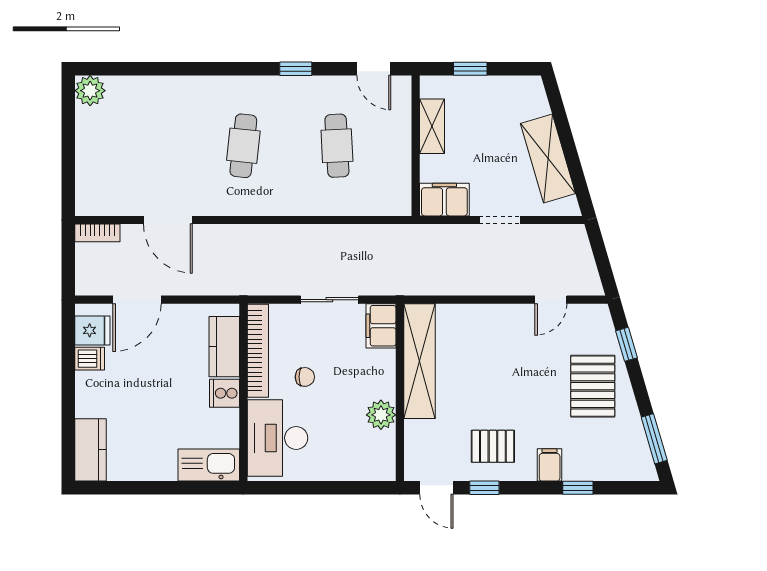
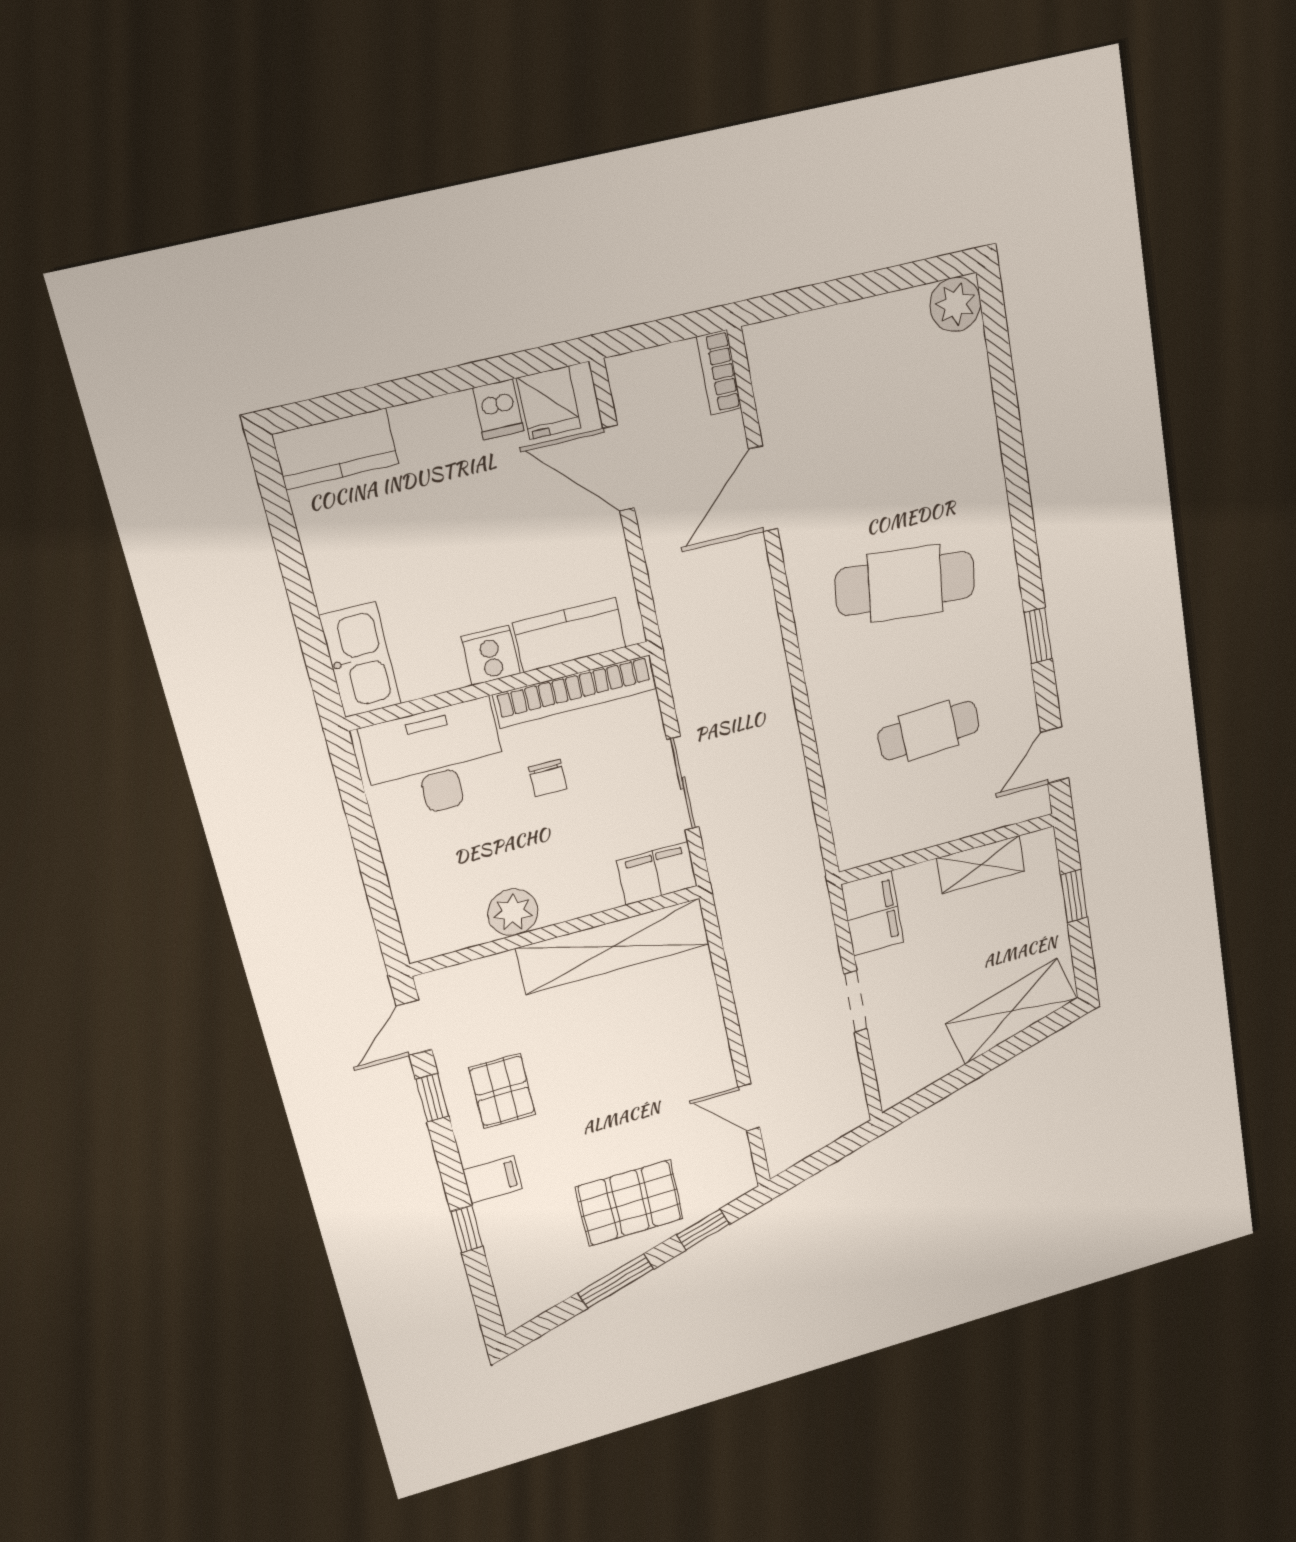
cafe table: (243, 146) -> (905, 583), width x1.37, depth x1.35
shelving: (548, 159) -> (1011, 1011), moved
window: (654, 439) -> (616, 1281), moved

